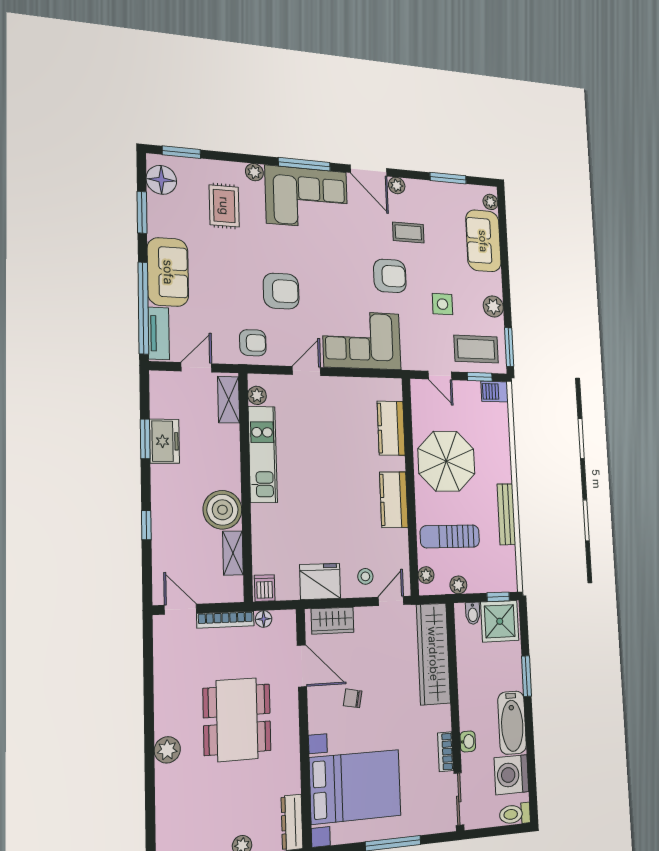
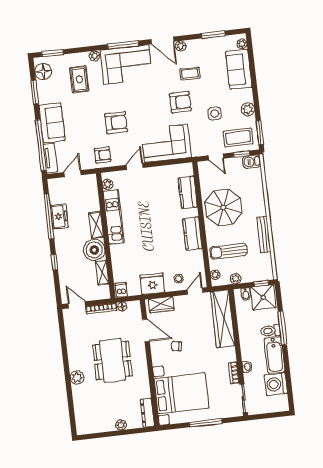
shelving: (229, 400) -> (96, 225), moved
window: (145, 439) -> (49, 216), width x2.11
window: (527, 676) -> (282, 328), width x1.44
toilet: (515, 814) -> (270, 331), moved

